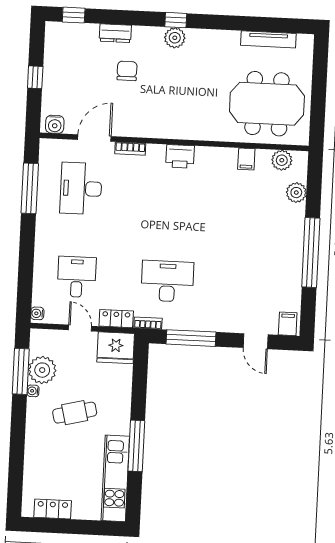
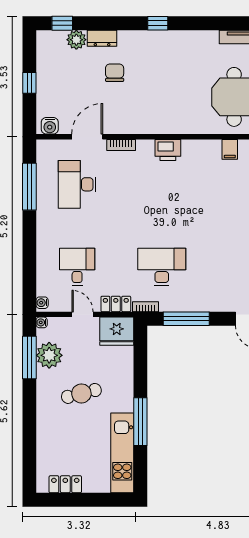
plant: (175, 38) -> (76, 40), moved
water cooler: (33, 391) -> (42, 322), moved

